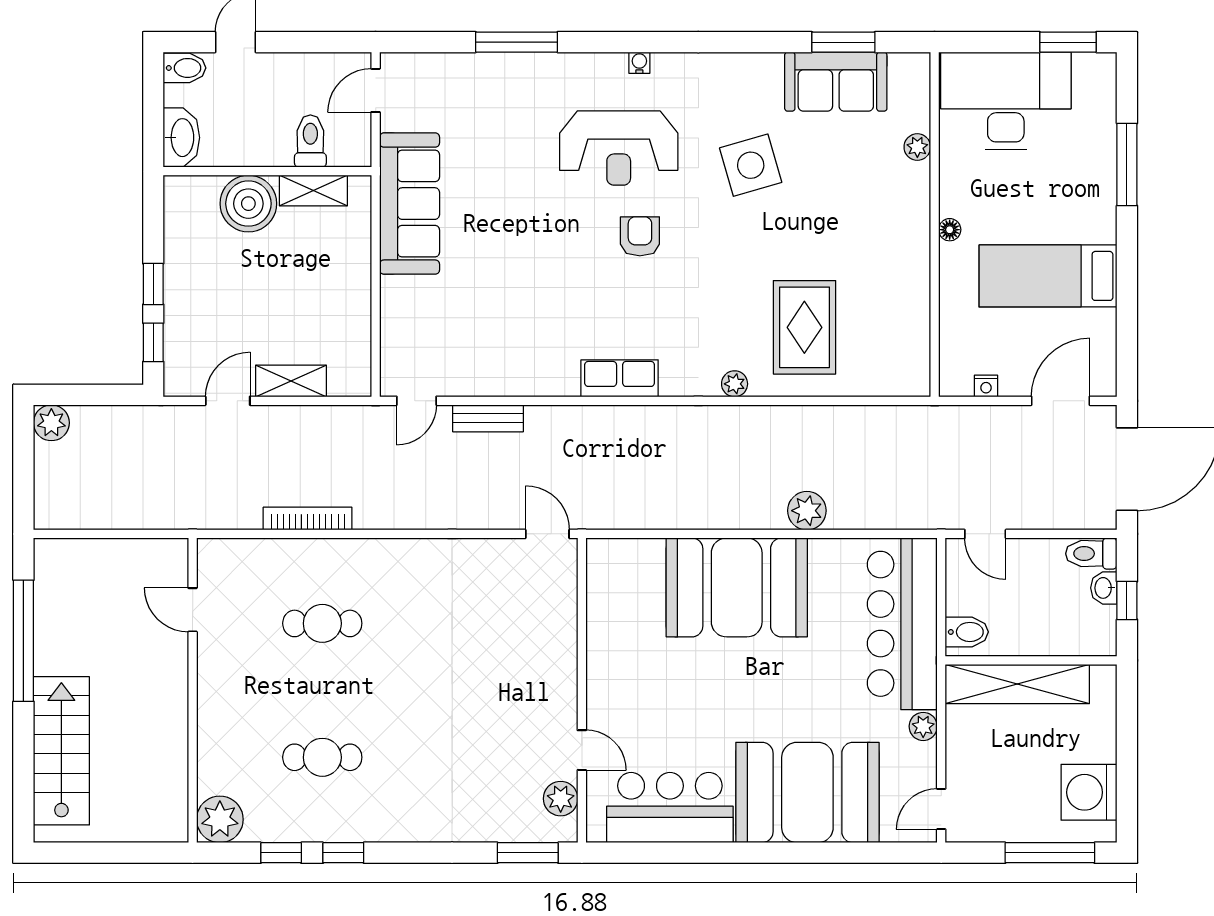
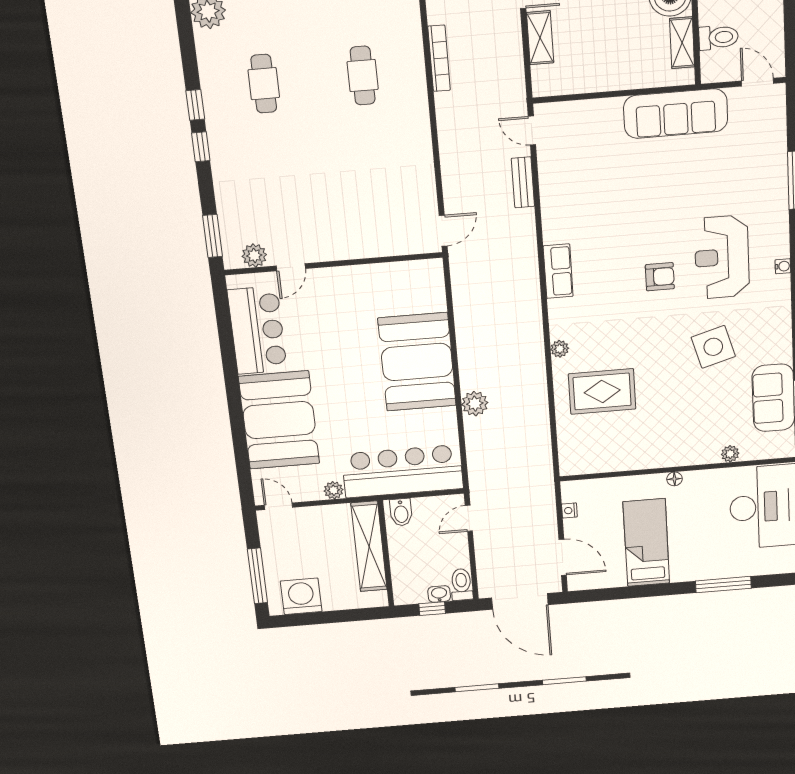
window: (281, 853) -> (201, 147), moved

